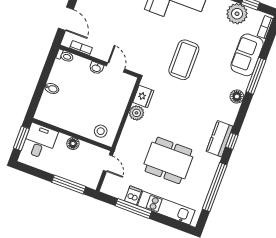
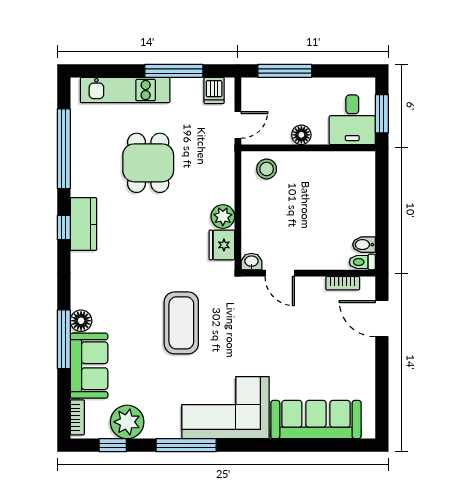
washbasin: (96, 68) -> (251, 262), moved
bidet: (52, 88) -> (364, 245), moved
floor lamp: (237, 97) -> (81, 321), moved
dining table: (168, 160) -> (148, 163), width x0.73
door: (108, 163) -> (238, 125), swing flipped
dishwasher: (133, 195) -> (214, 90), moved

